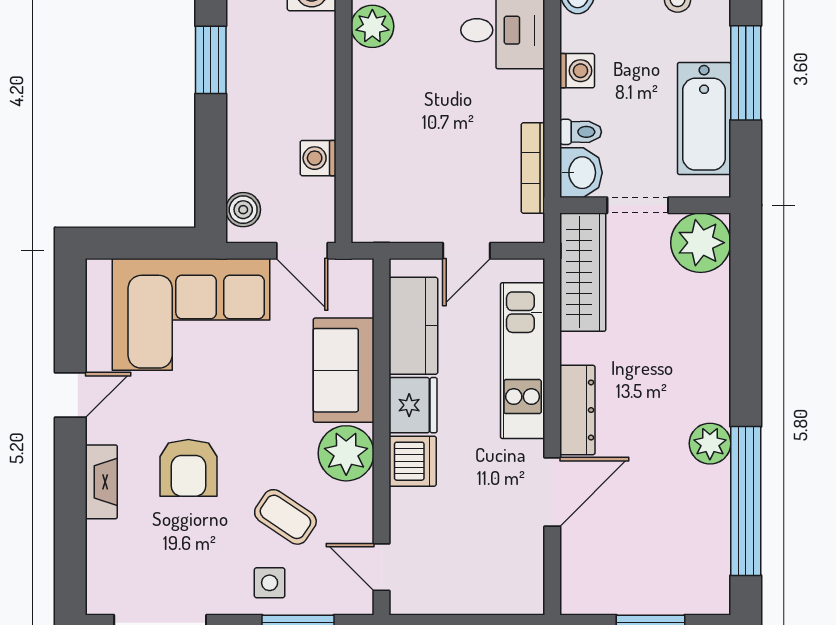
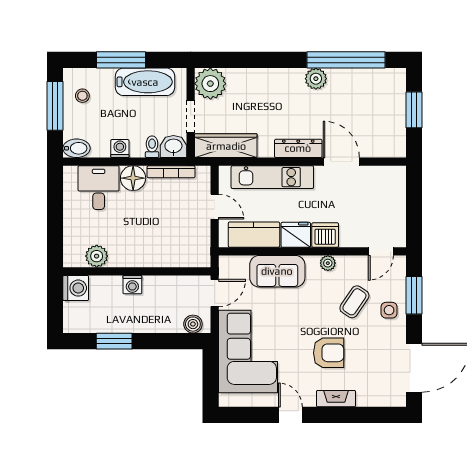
floor lamp: (521, 96) -> (133, 178), added
washing machine: (318, 158) -> (132, 285), moved
plant: (346, 453) -> (328, 263), width x0.53, depth x0.53

